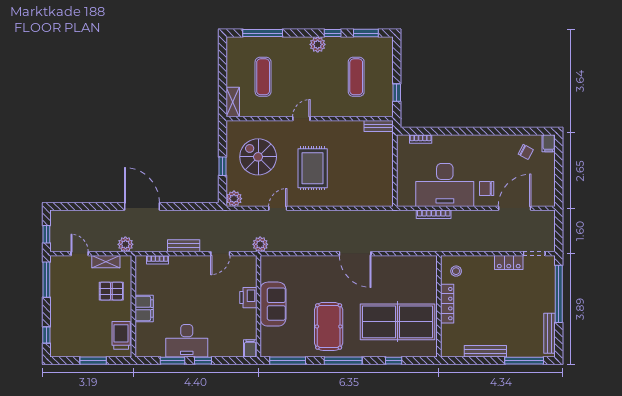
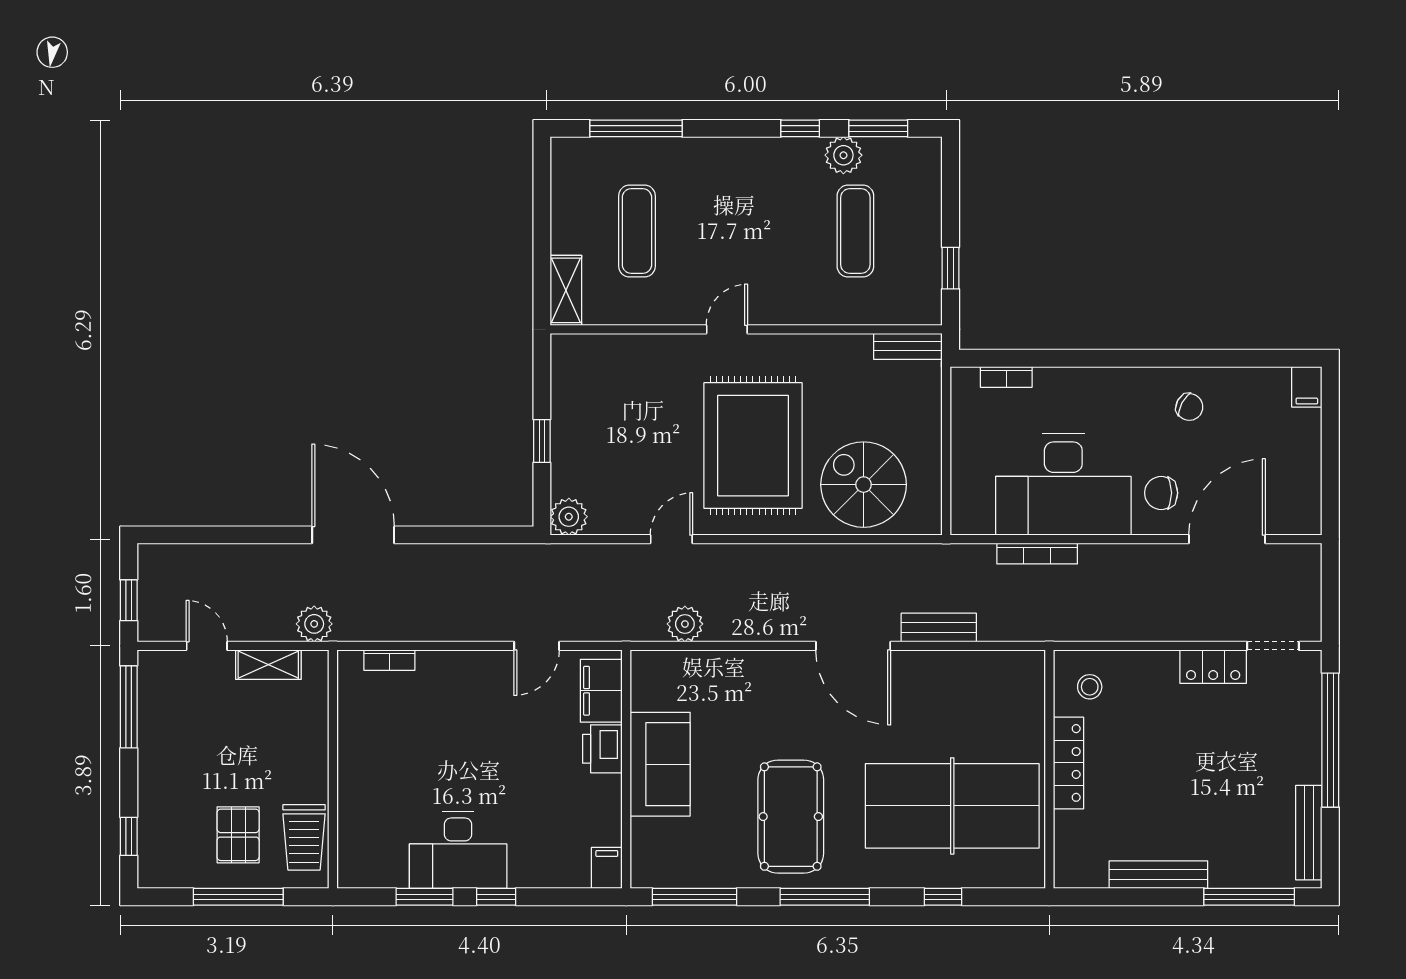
plant: (318, 44) -> (843, 155), moved
chair: (526, 152) -> (1189, 407), moved
spiral stairs: (258, 157) -> (864, 485), moved
rug: (313, 168) -> (753, 446), width x1.37, depth x1.44
plant: (260, 244) -> (685, 624), moved
bench: (184, 246) -> (939, 628), moved
pallet: (111, 291) -> (238, 835), moved, turned 90
filing cabinet: (144, 308) -> (601, 691), moved, turned 180
trolley: (121, 335) -> (304, 837), turned 180
window: (93, 361) -> (238, 897), width x1.44

